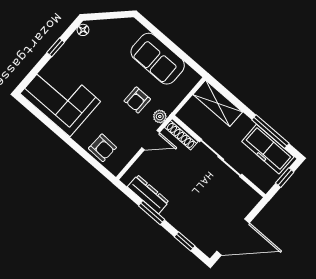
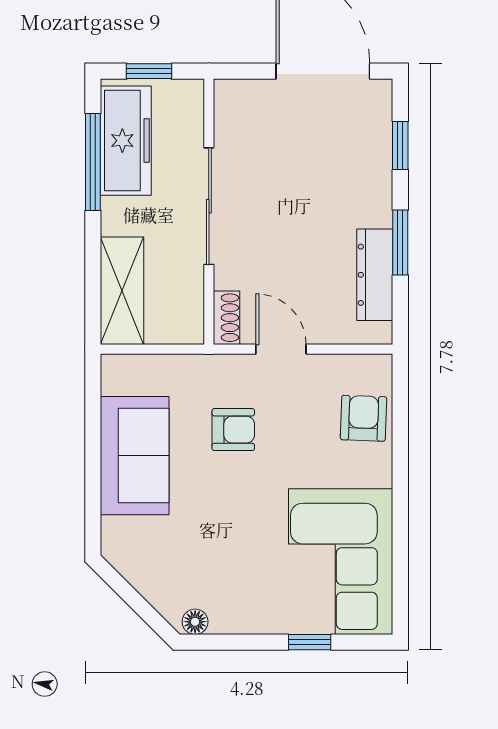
window: (56, 47) -> (310, 642), moved
plant: (160, 117) -> (228, 368), removed
shoe rack: (181, 134) -> (227, 318), width x0.70

